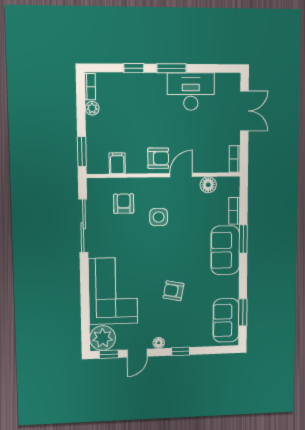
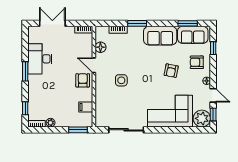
window: (134, 68) -> (25, 108), moved
armchair: (124, 204) -> (197, 62), moved
sofa: (225, 250) -> (160, 36), moved
window: (181, 351) -> (213, 48), moved

